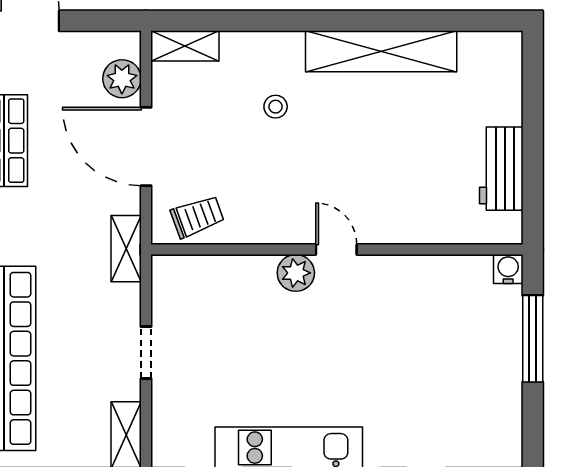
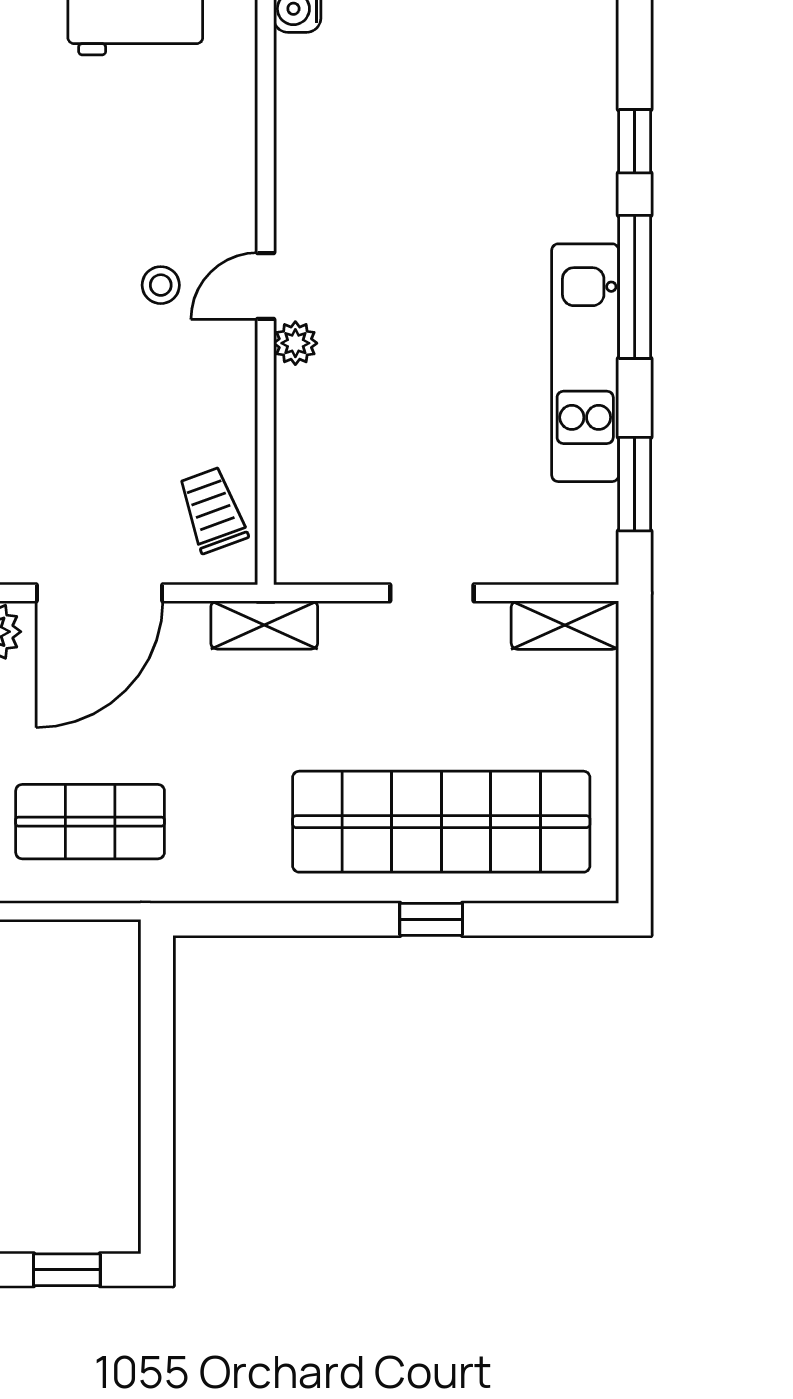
stool: (276, 107) -> (161, 285), moved
plant: (296, 273) -> (295, 343), width x0.73, depth x0.73

